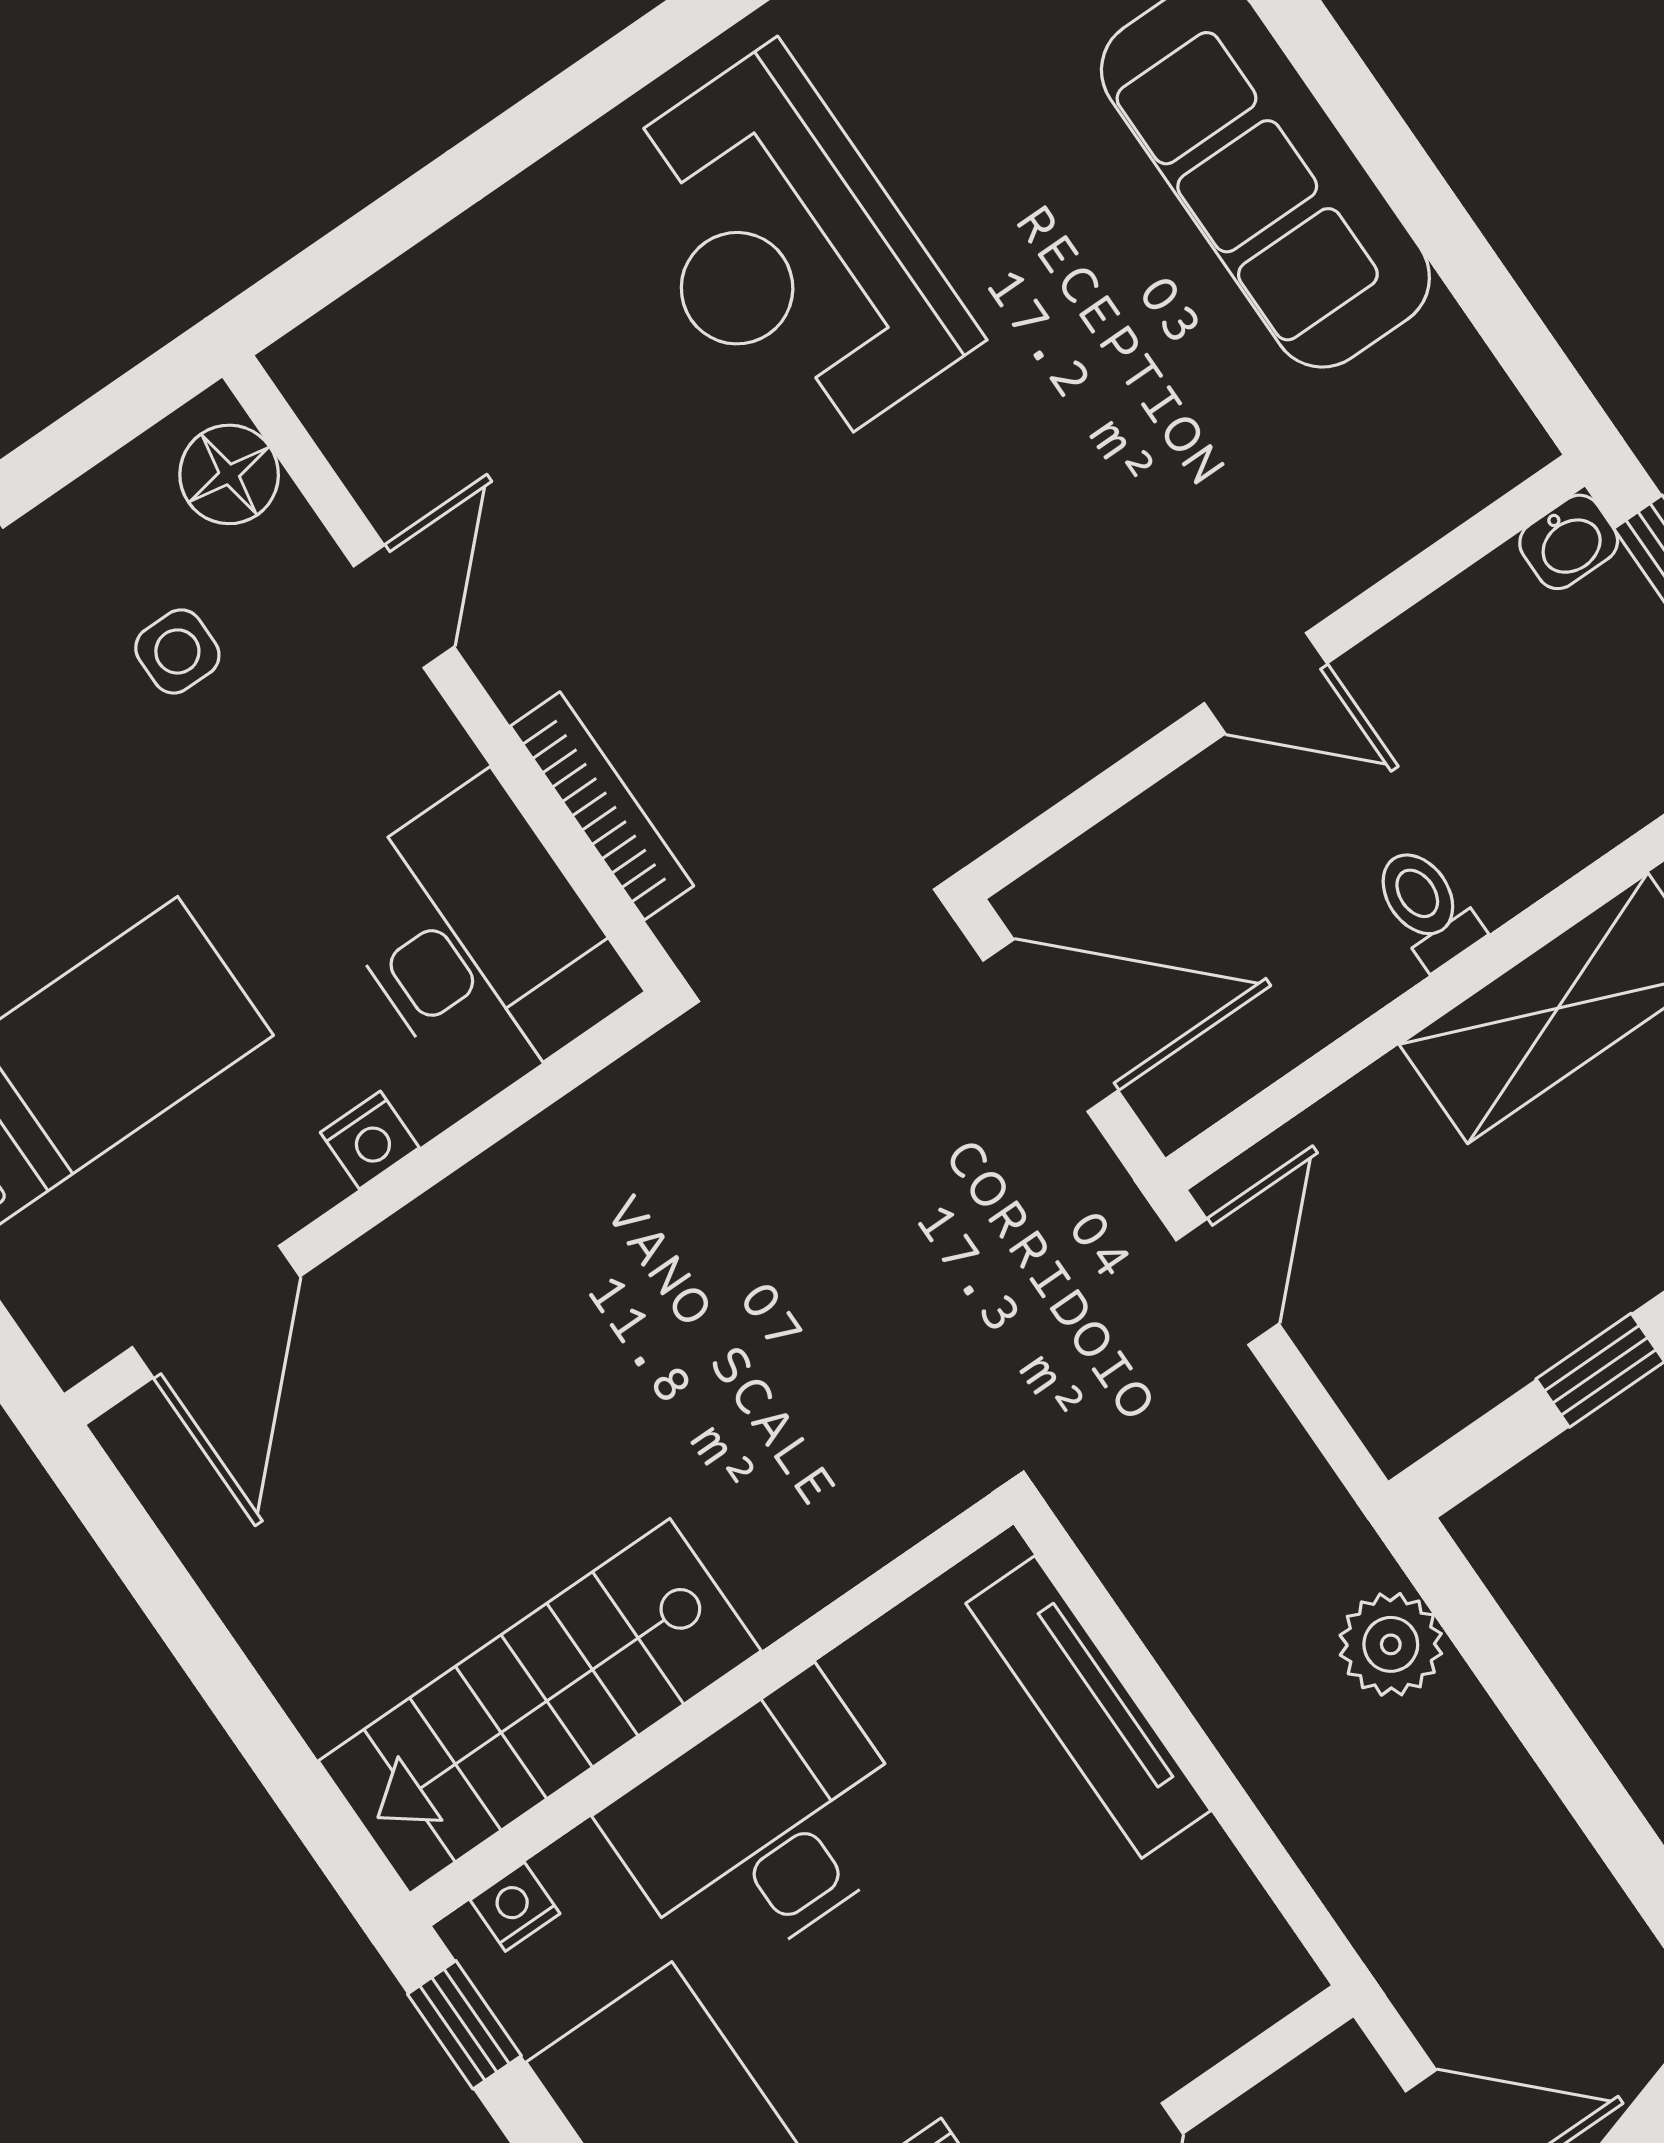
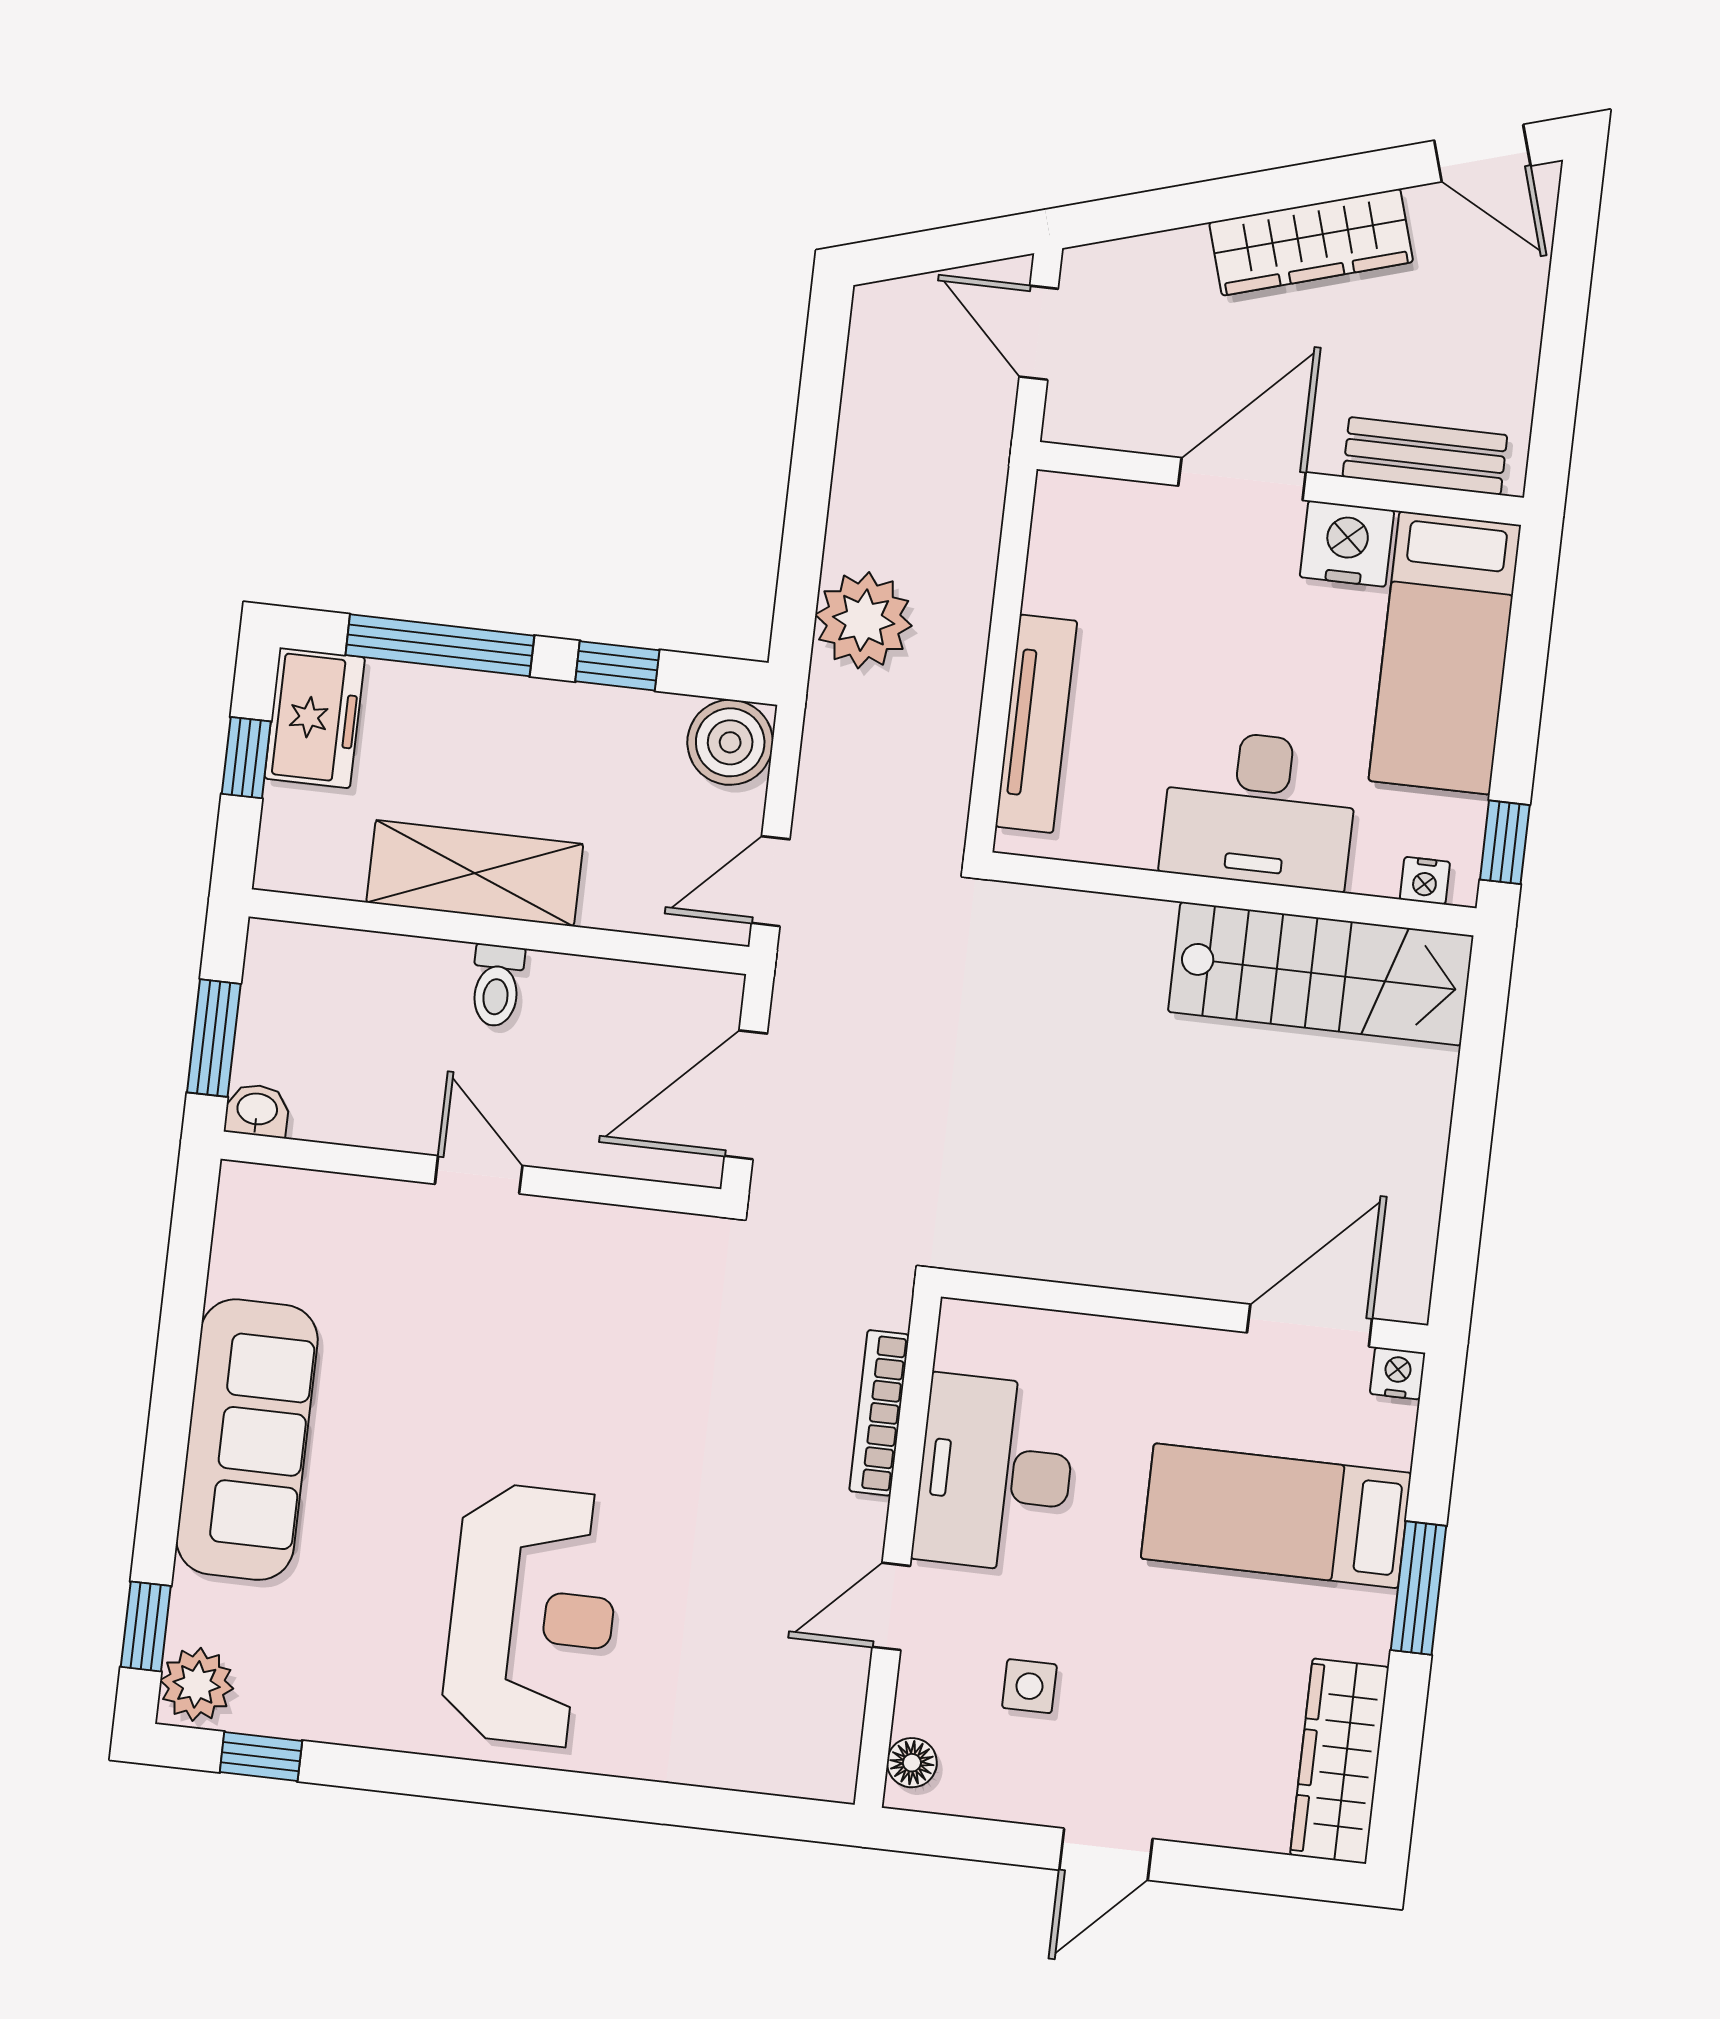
floor lamp: (229, 474) -> (912, 1763), width x0.73, depth x0.73
desk: (480, 940) -> (995, 1474), moved
door: (1051, 1026) -> (746, 1095), hinge flipped
nightstand: (370, 1140) -> (1398, 1373), moved
boiler: (1404, 1395) -> (730, 742), added
plant: (1391, 1644) -> (864, 620), width x1.36, depth x1.36

